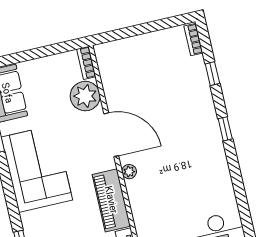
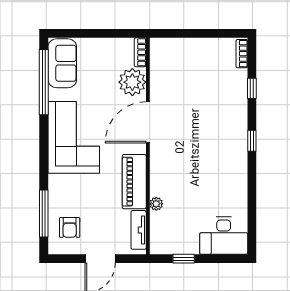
door: (111, 135) -> (148, 122), swing flipped
plant: (129, 172) -> (156, 204), moved

